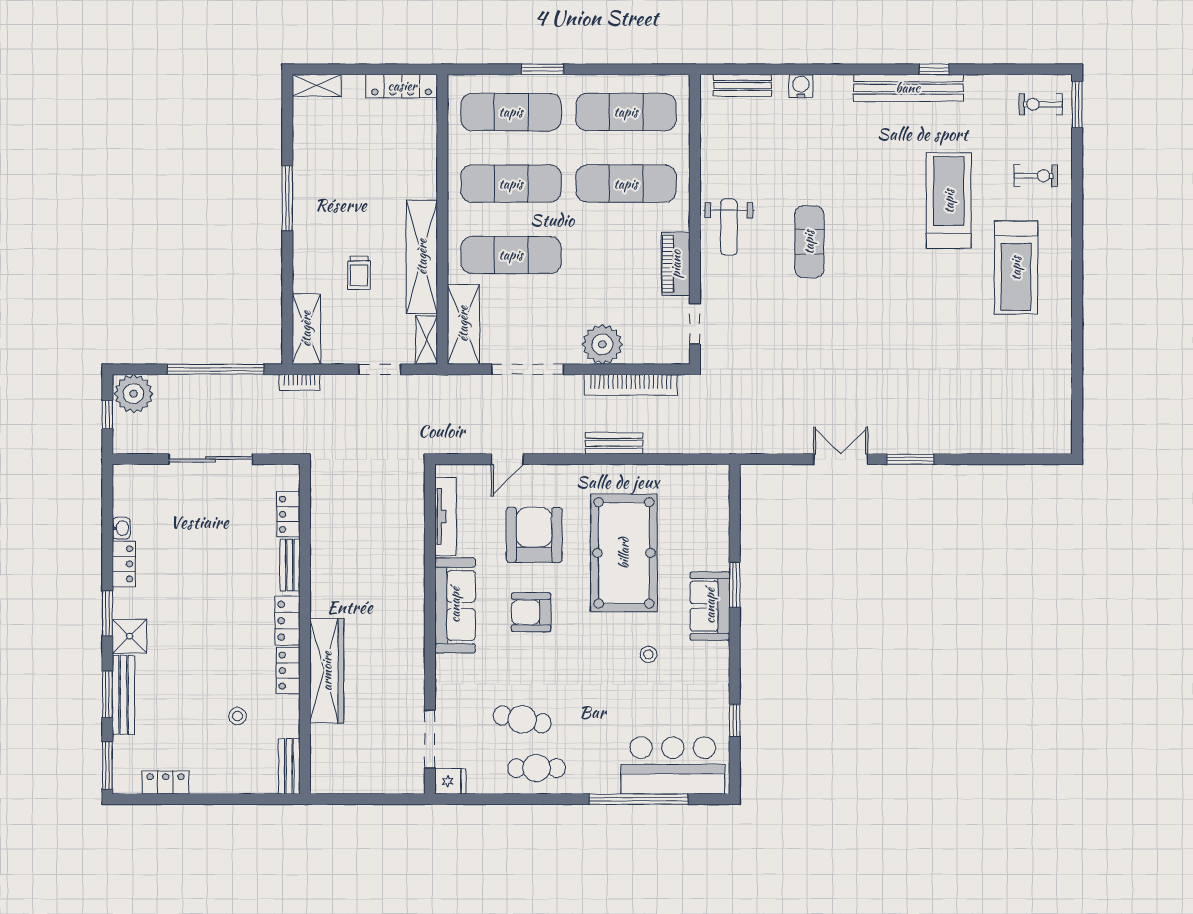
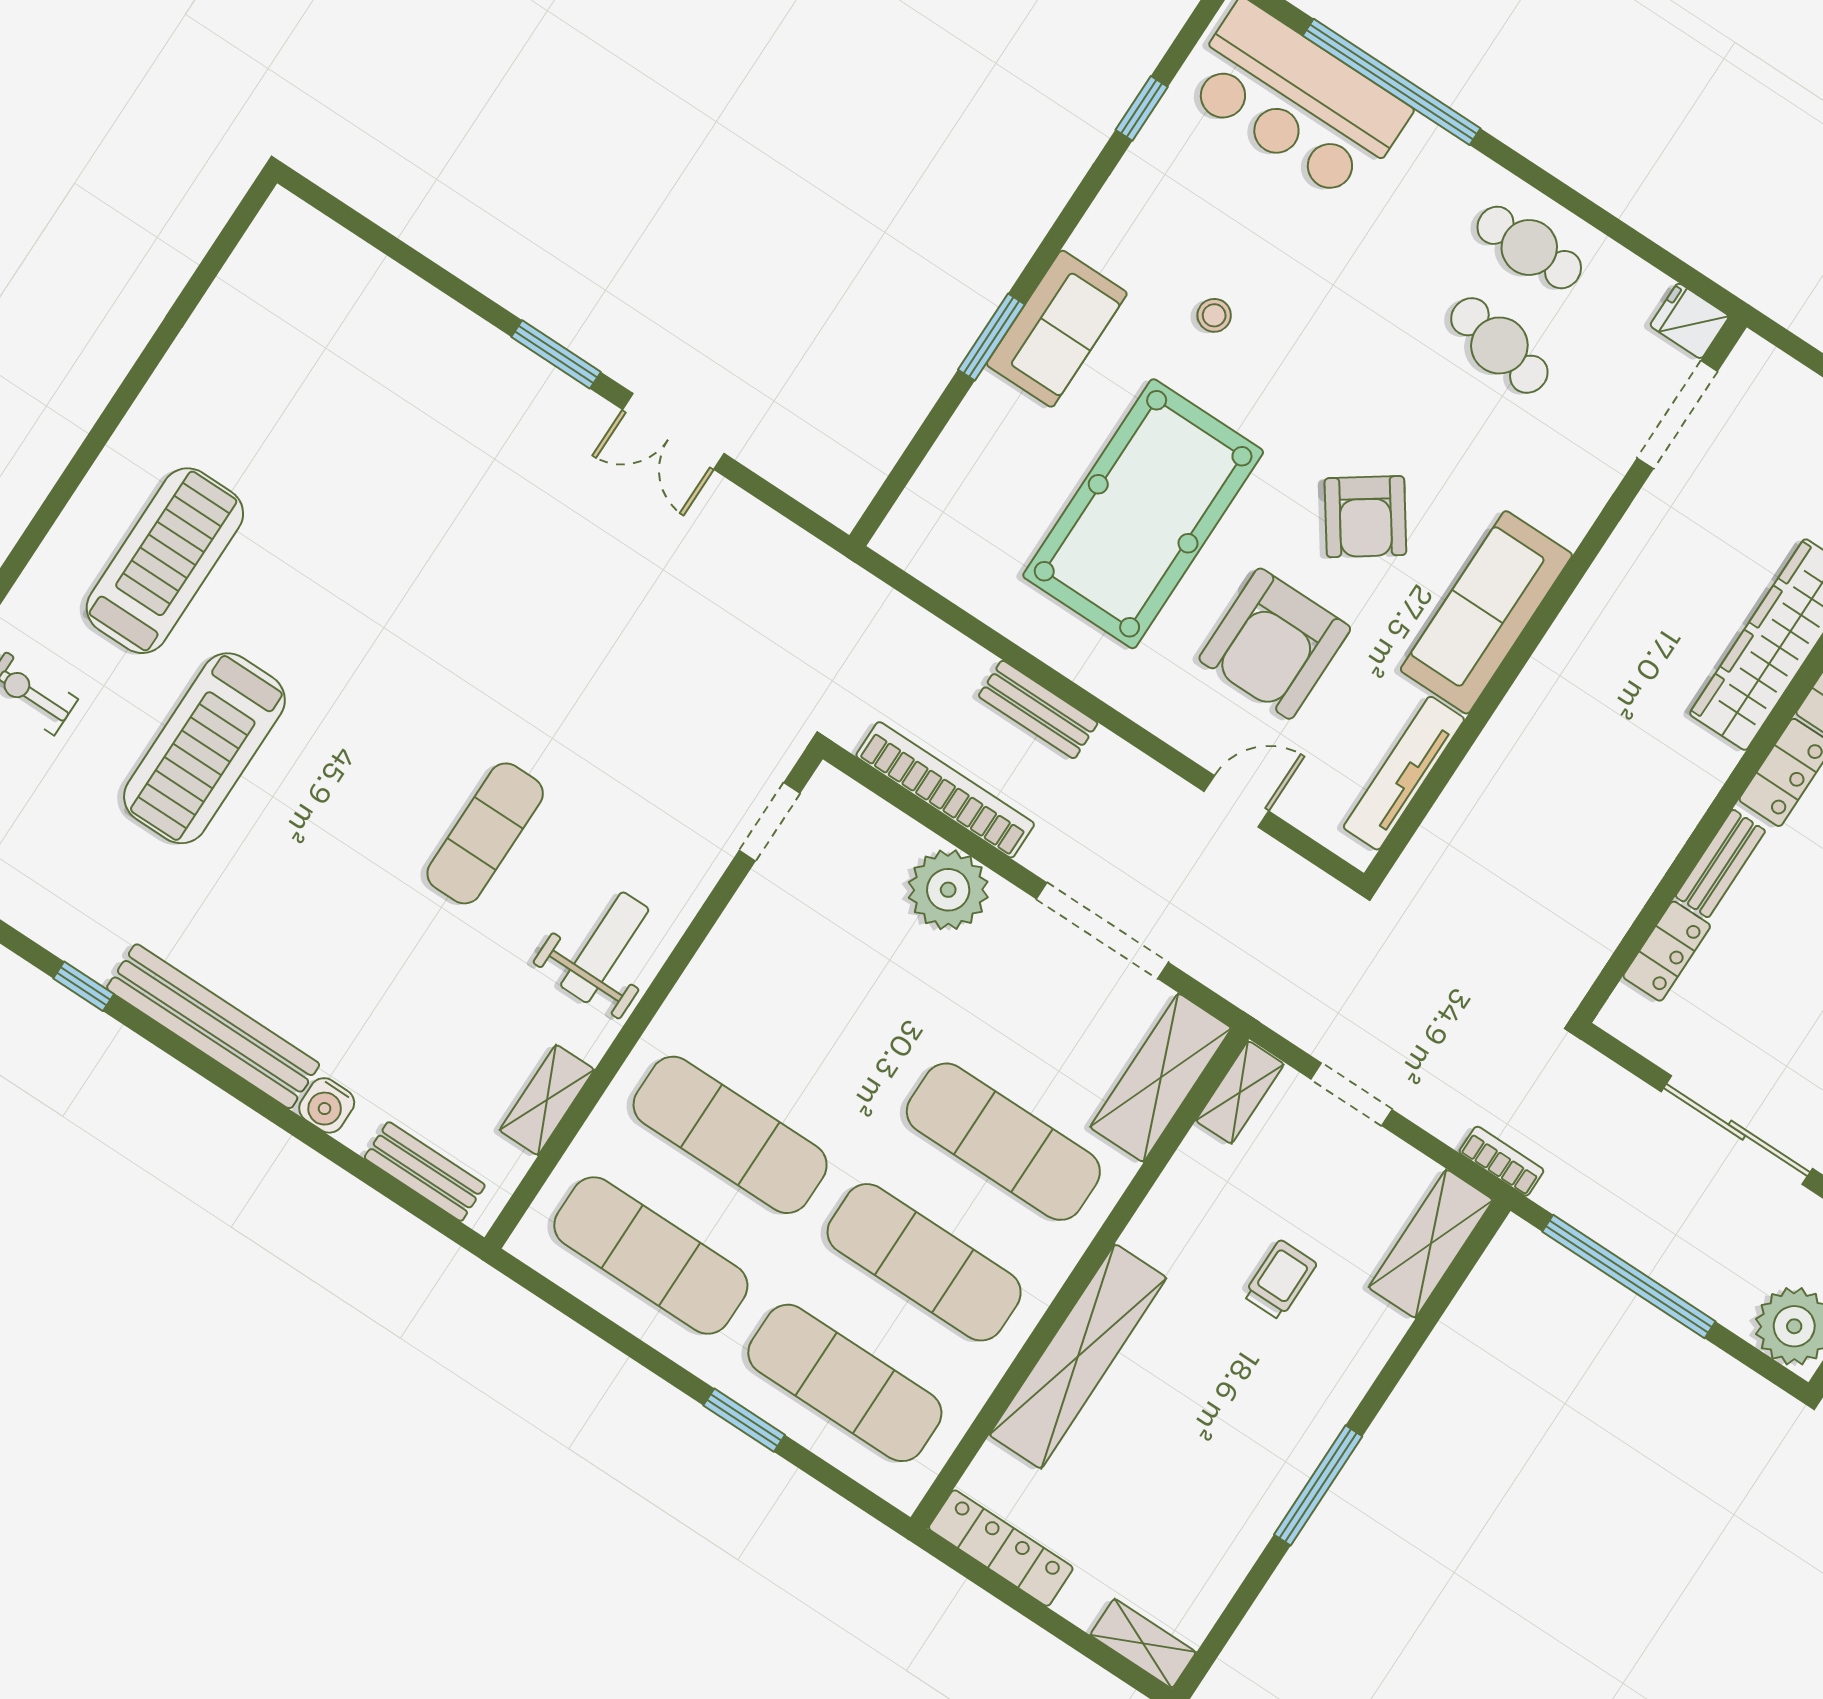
bench: (908, 88) -> (213, 1026), moved
shelving: (711, 148) -> (547, 1100), added
shelving: (422, 257) -> (1078, 1356), moved
piano: (676, 264) -> (735, 944), removed
armchair: (531, 612) -> (1365, 517), turned 55

